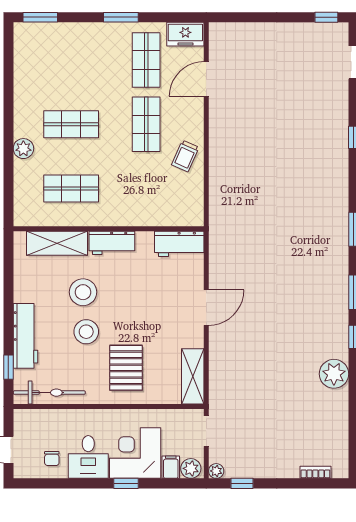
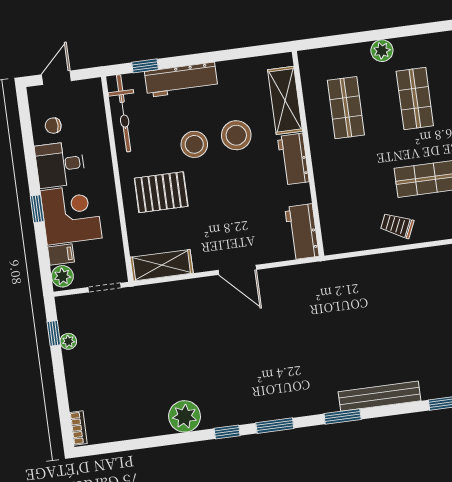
bench: (339, 193) -> (379, 396), added
plant: (216, 471) -> (68, 341), moved
bookcase: (315, 472) -> (78, 428), moved

